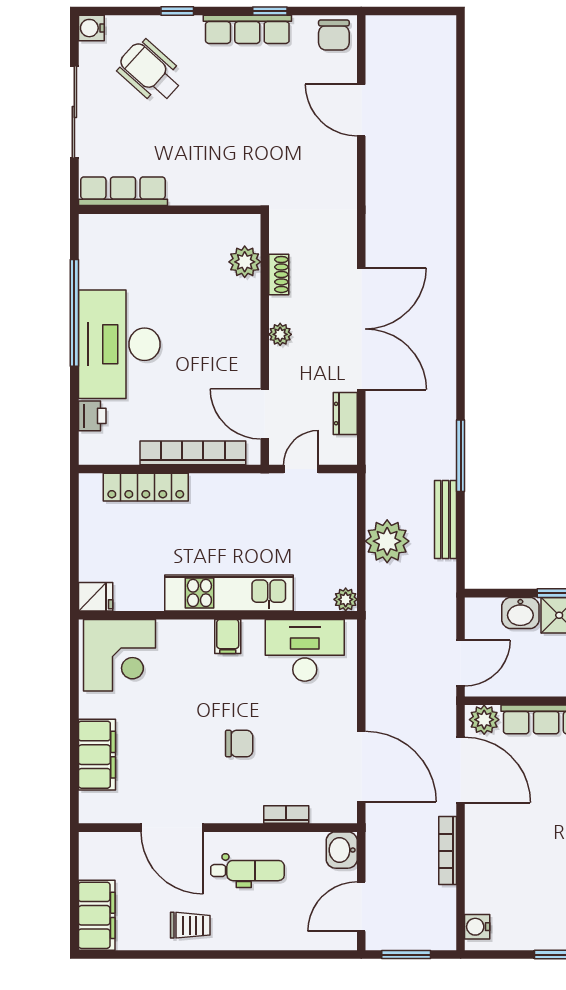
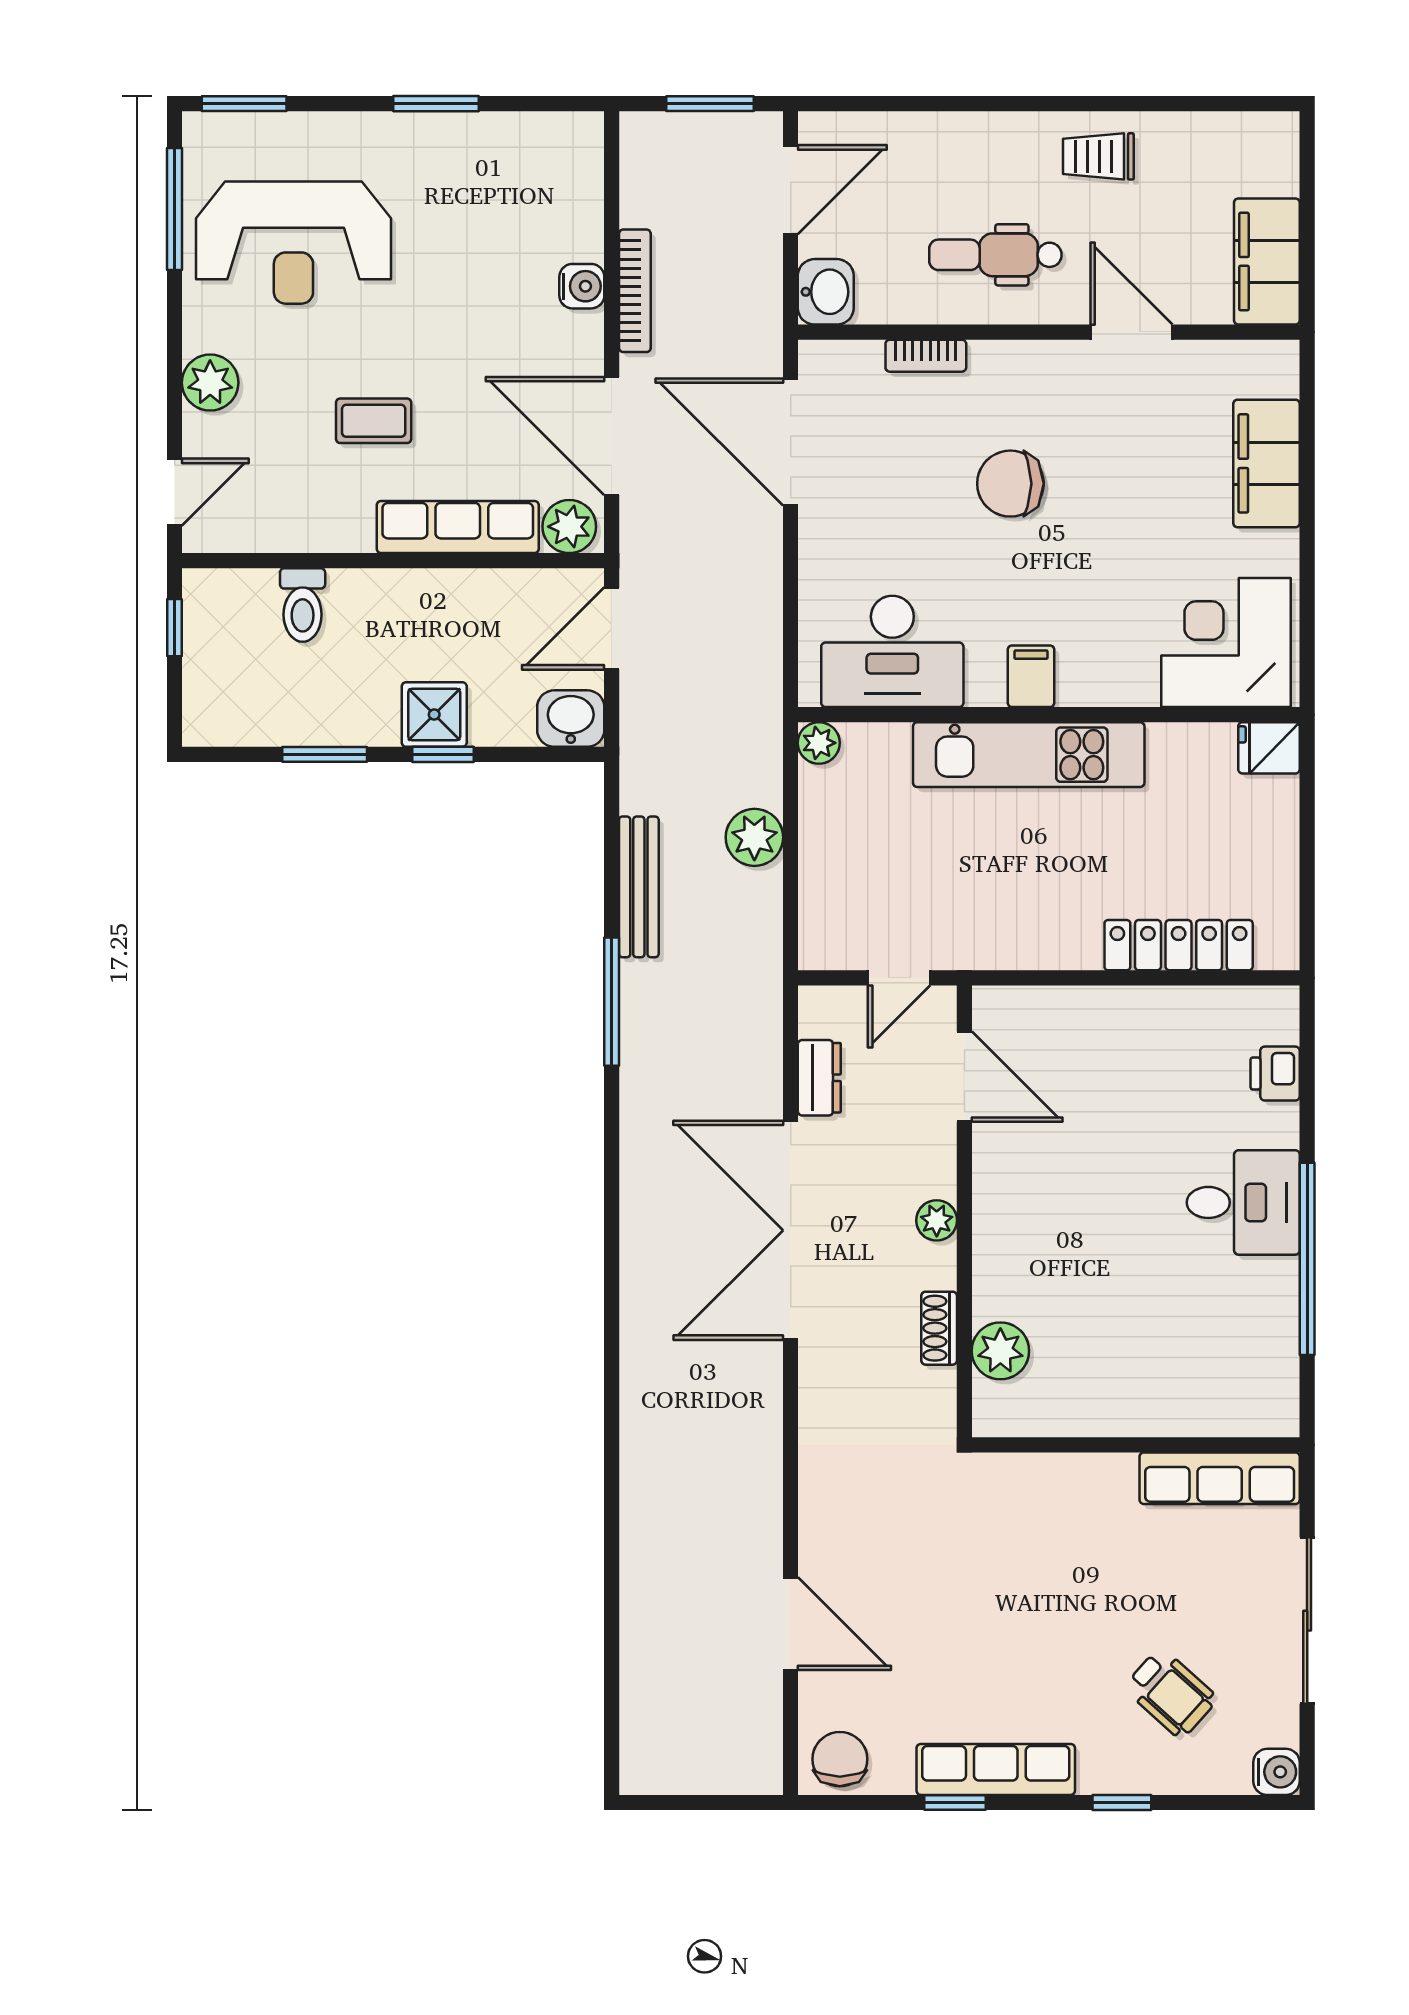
wheelchair: (150, 72) -> (1171, 1693), width x0.73, depth x0.73
desk: (119, 344) -> (1243, 1202), width x0.53, depth x0.77
bookcase: (193, 453) -> (1094, 1007), removed
plant: (387, 541) -> (754, 837), width x0.73, depth x0.73
washbasin: (520, 613) -> (571, 719), moved
chair: (239, 744) -> (1010, 484), width x1.37, depth x1.37
door: (172, 828) -> (1131, 332), width x0.73
filing cabinet: (97, 915) -> (1267, 261), moved
water cooler: (477, 927) -> (582, 286), moved

